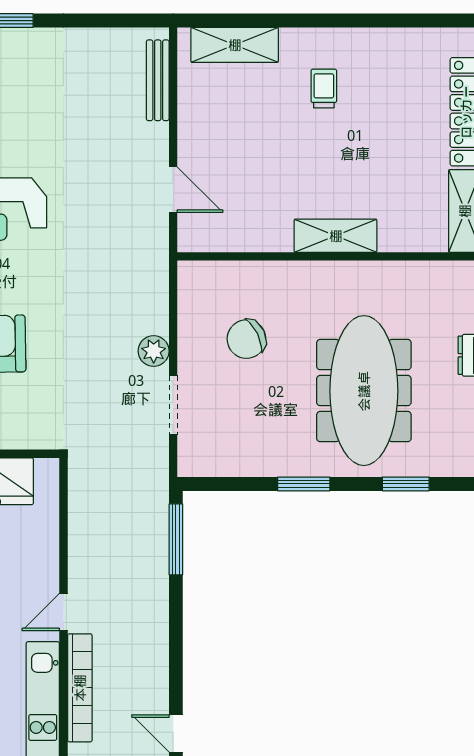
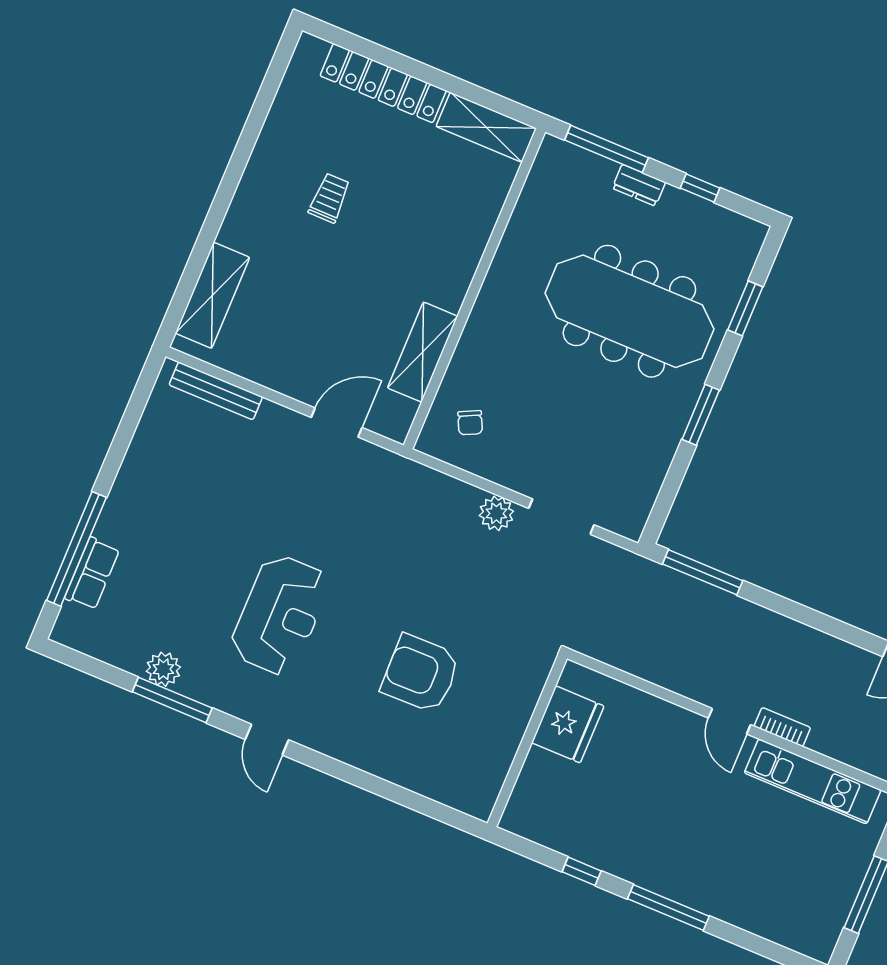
trolley: (324, 89) -> (329, 198), moved, turned 90
shelving: (336, 236) -> (423, 352), moved
chair: (246, 339) -> (470, 423), moved, width x0.54, depth x0.54
bookcase: (80, 688) -> (782, 727), width x0.43, depth x0.76

